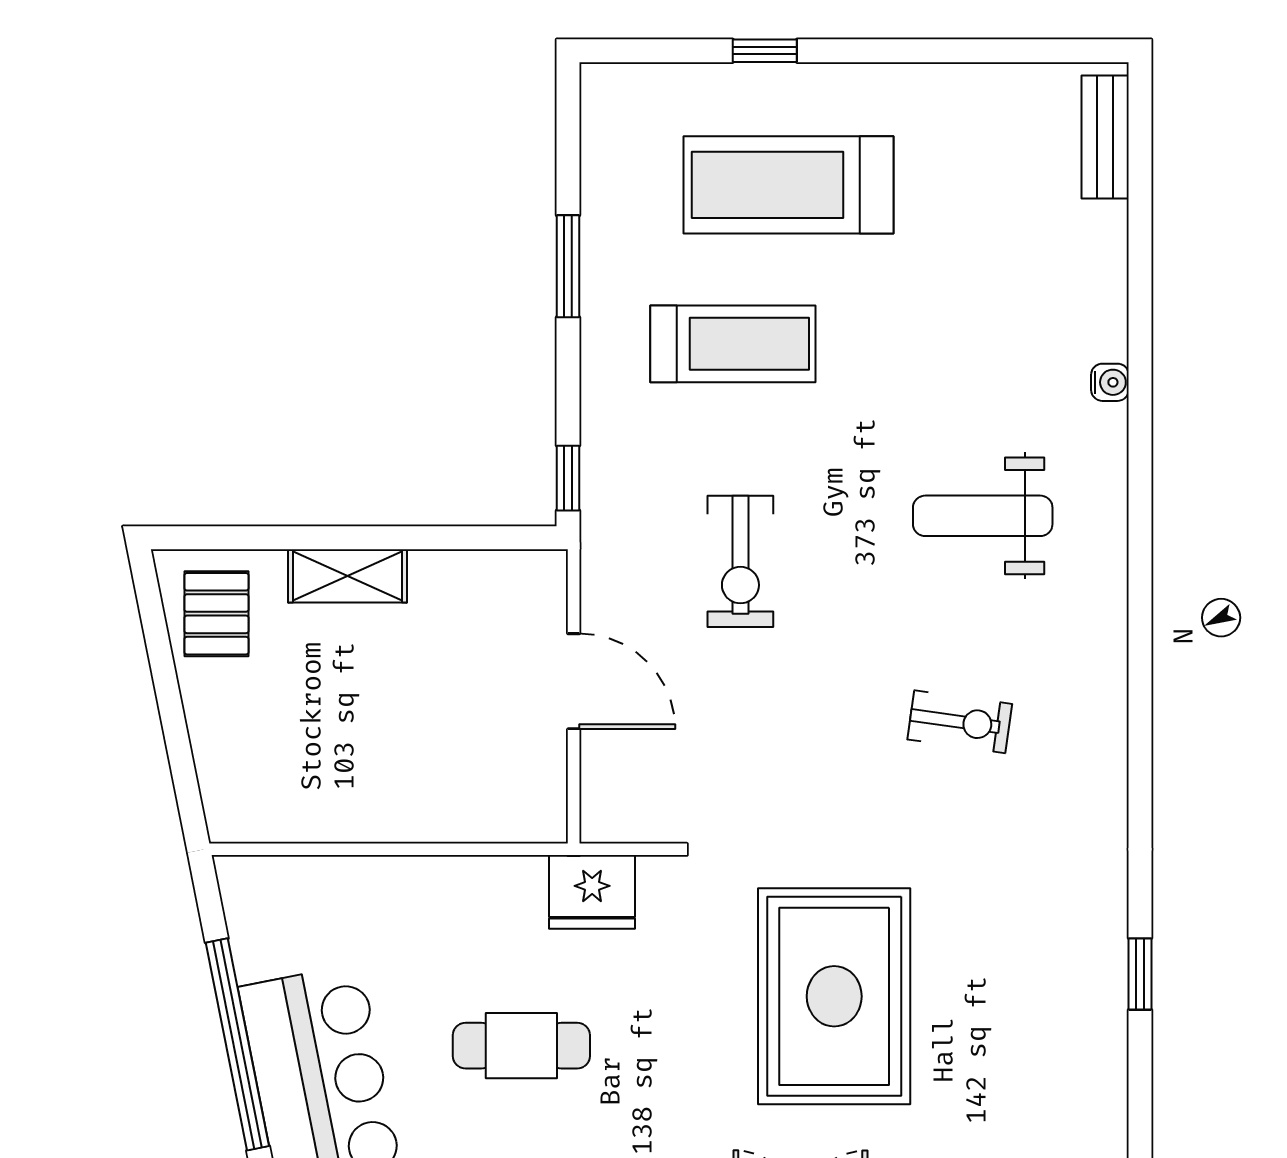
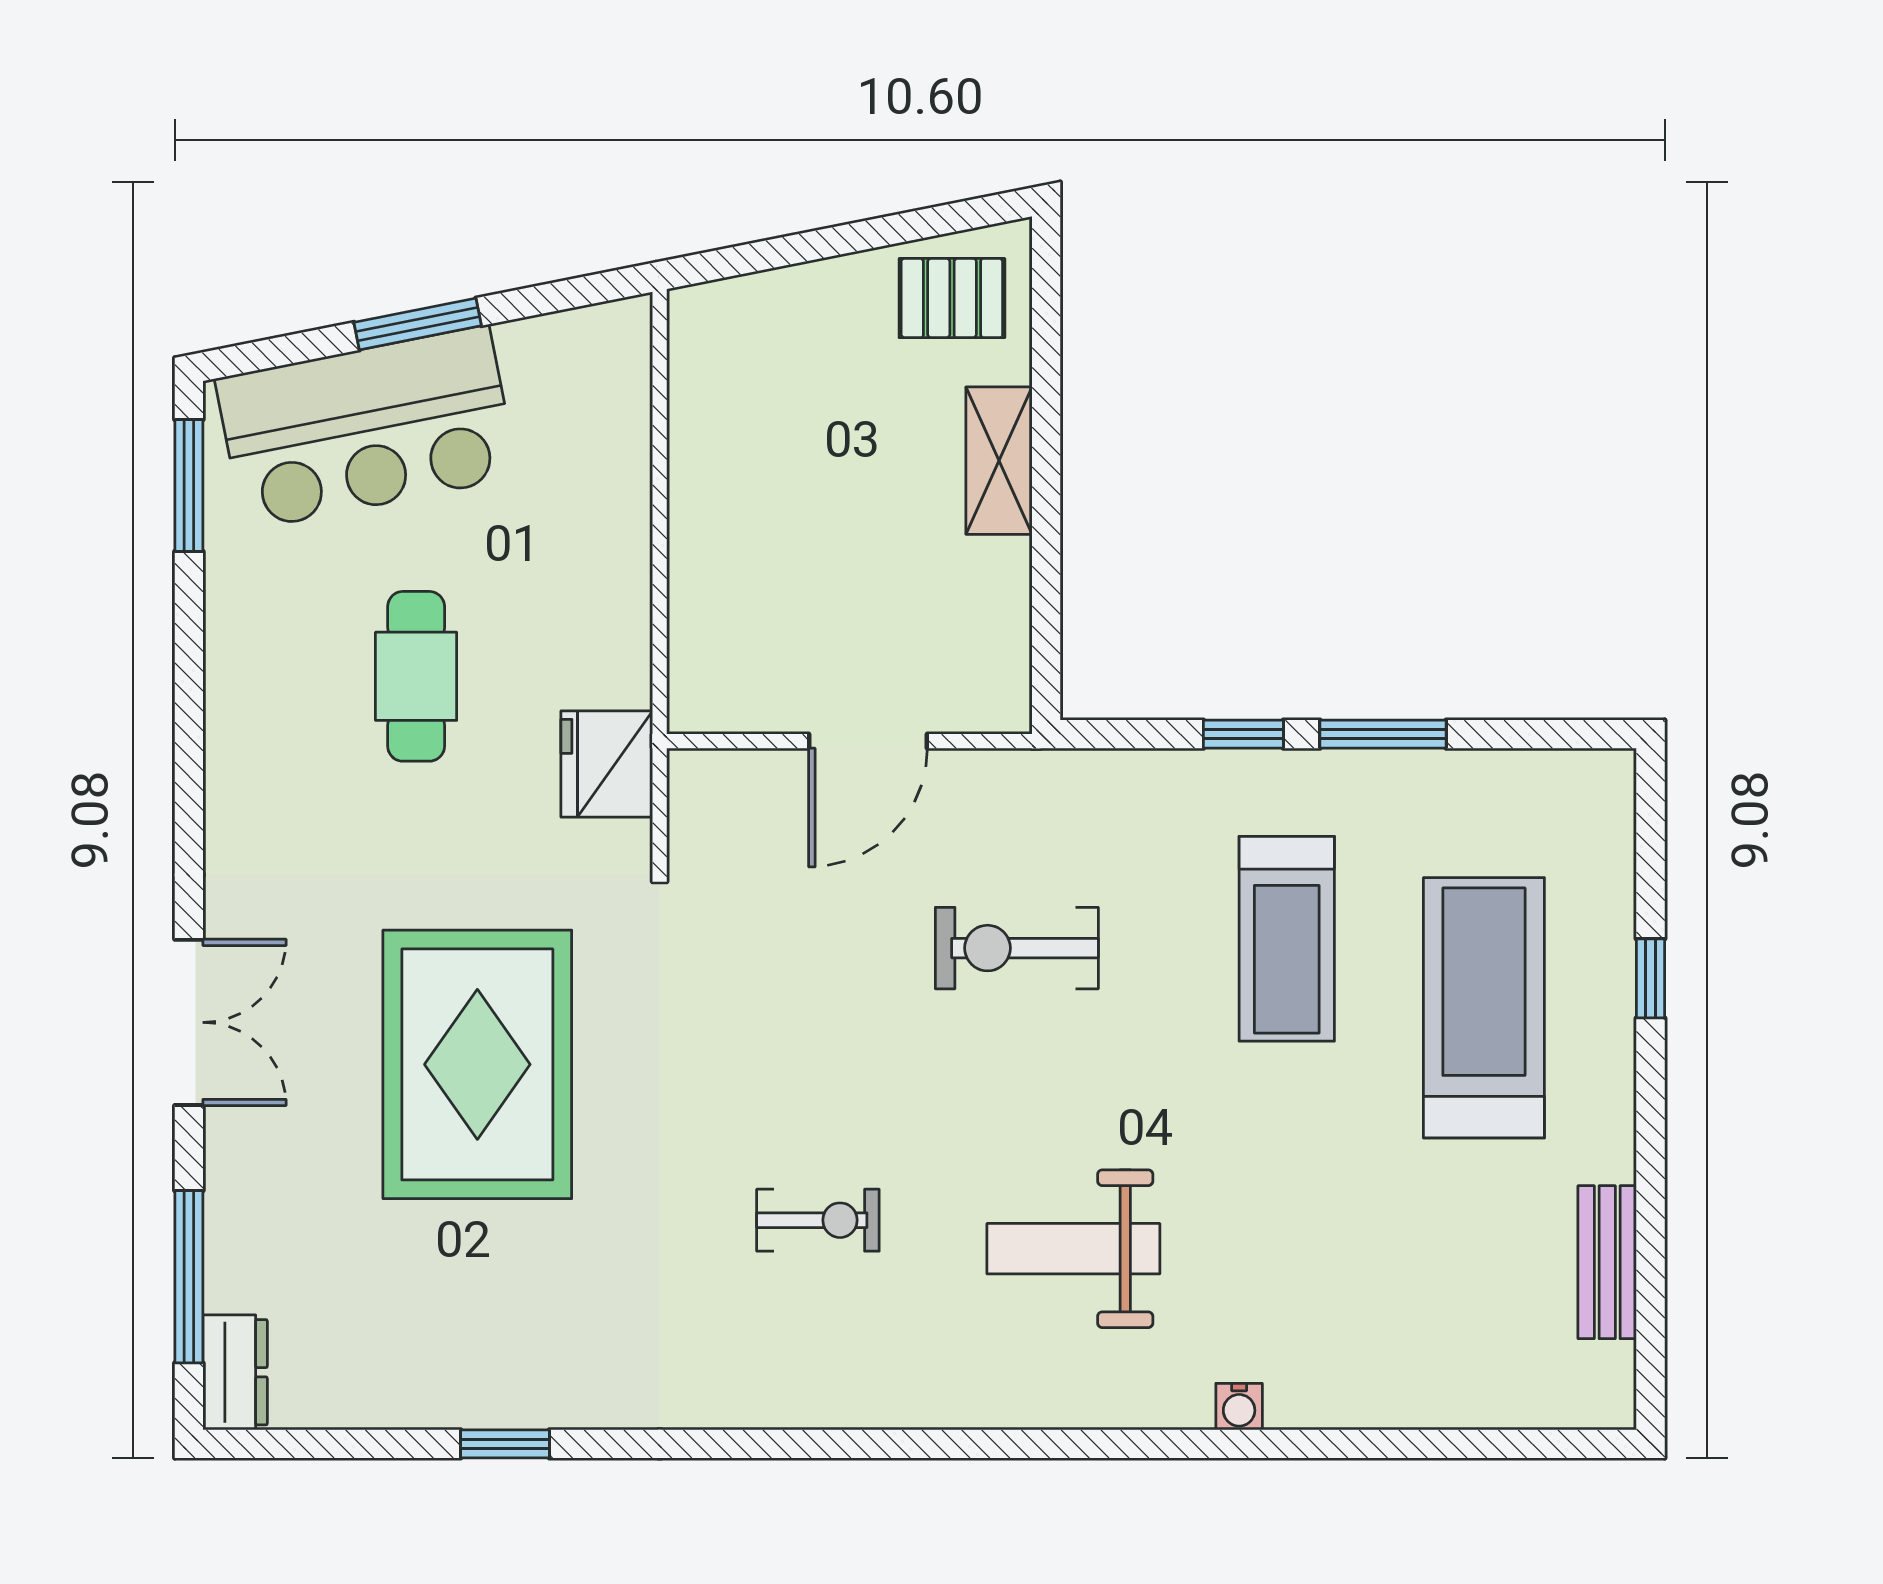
bench: (1105, 137) -> (1607, 1262), moved, turned 90
window: (568, 478) -> (1243, 734), moved
weight bench: (983, 516) -> (1073, 1249), turned -90
exercise bike: (960, 722) -> (818, 1220), turned -98
rug: (834, 996) -> (477, 1064), turned 90
window: (237, 1044) -> (418, 324), width x0.47

